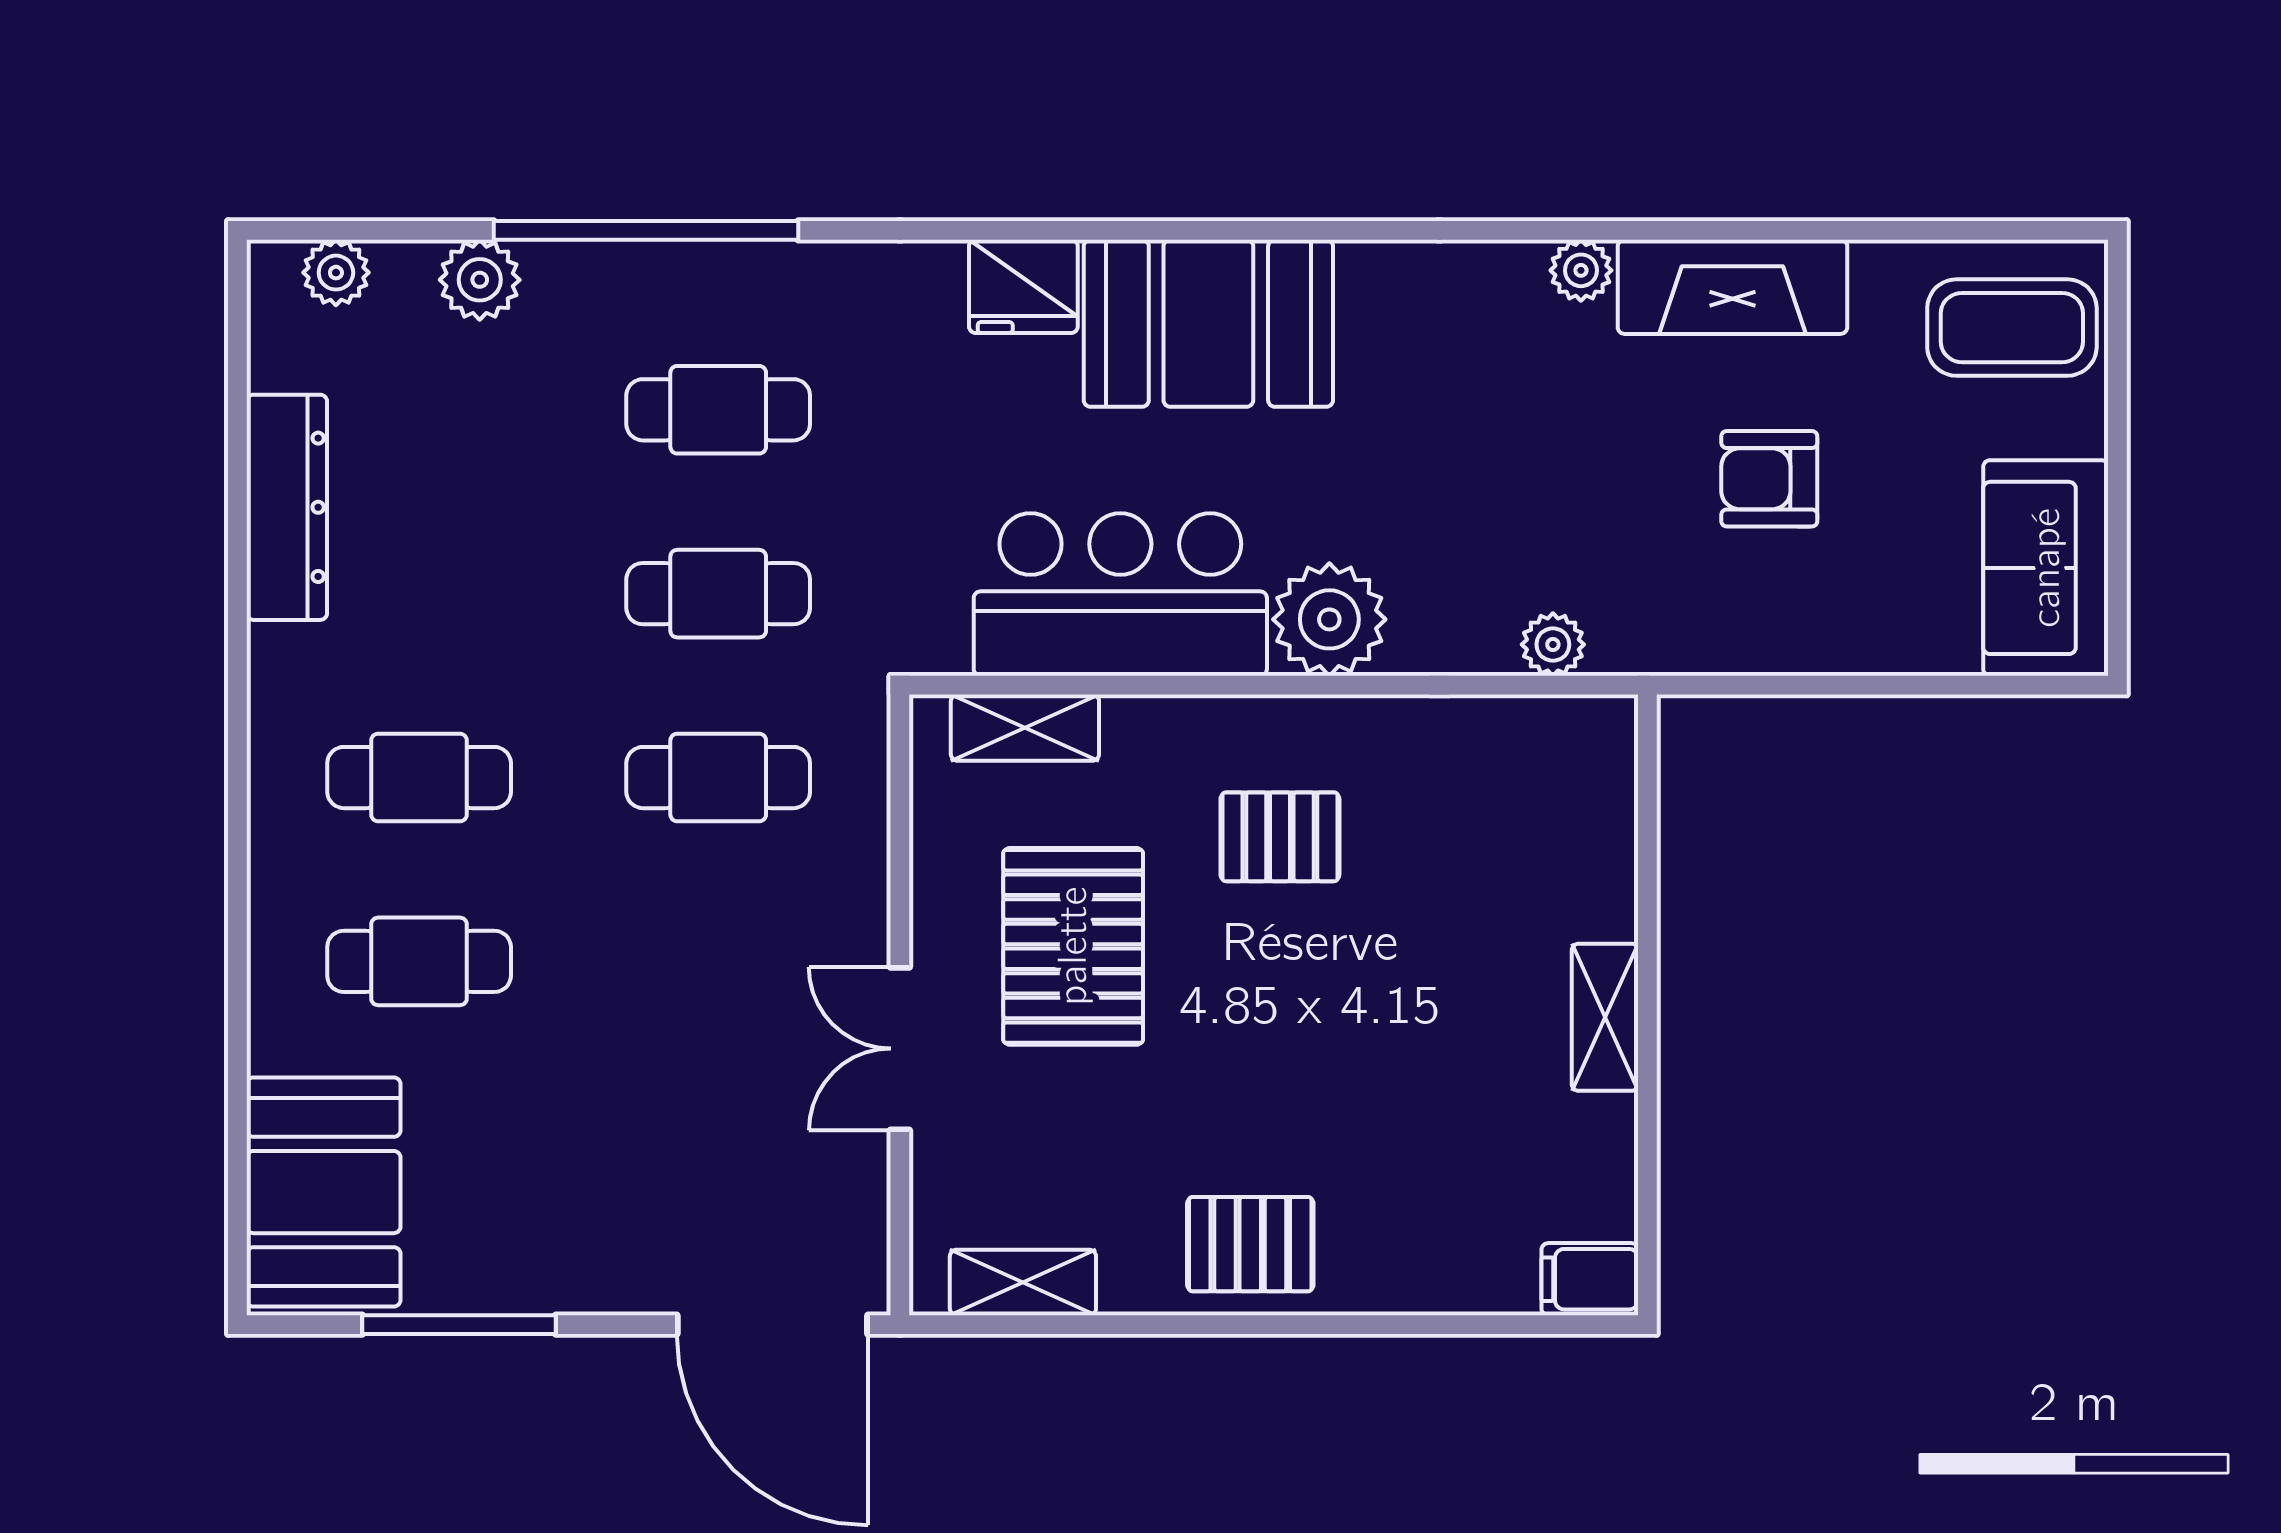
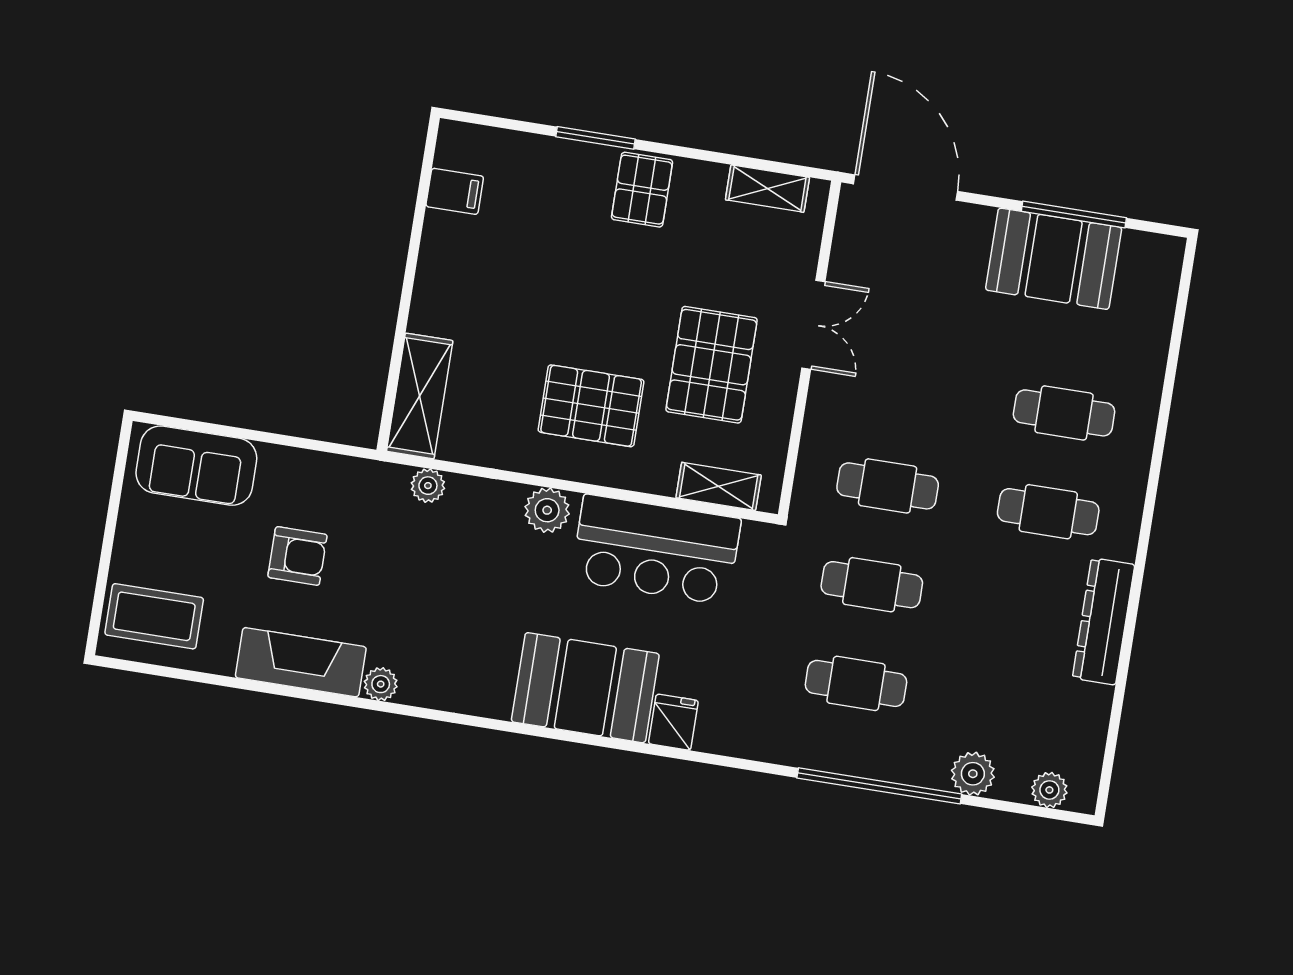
fridge: (1023, 286) -> (673, 722), width x0.72
dresser: (287, 507) -> (1104, 621), moved
sofa: (2046, 568) -> (196, 466), moved, turned 90
plant: (1329, 619) -> (547, 510), width x0.73, depth x0.73
pallet: (1280, 837) -> (591, 406), width x1.50, depth x1.42
shelving: (1605, 1017) -> (420, 396), moved, width x1.50, depth x1.33
booth: (323, 1192) -> (1054, 259), moved, turned 90
pallet: (1250, 1244) -> (642, 190), turned 90
filing cabinet: (1590, 1279) -> (455, 191), moved
window: (1350, 1325) -> (595, 138), added

